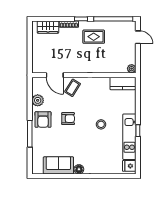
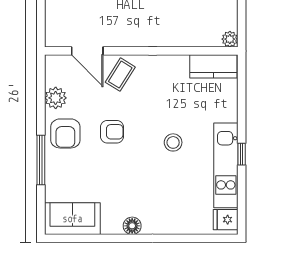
sofa: (58, 165) -> (72, 219), moved

